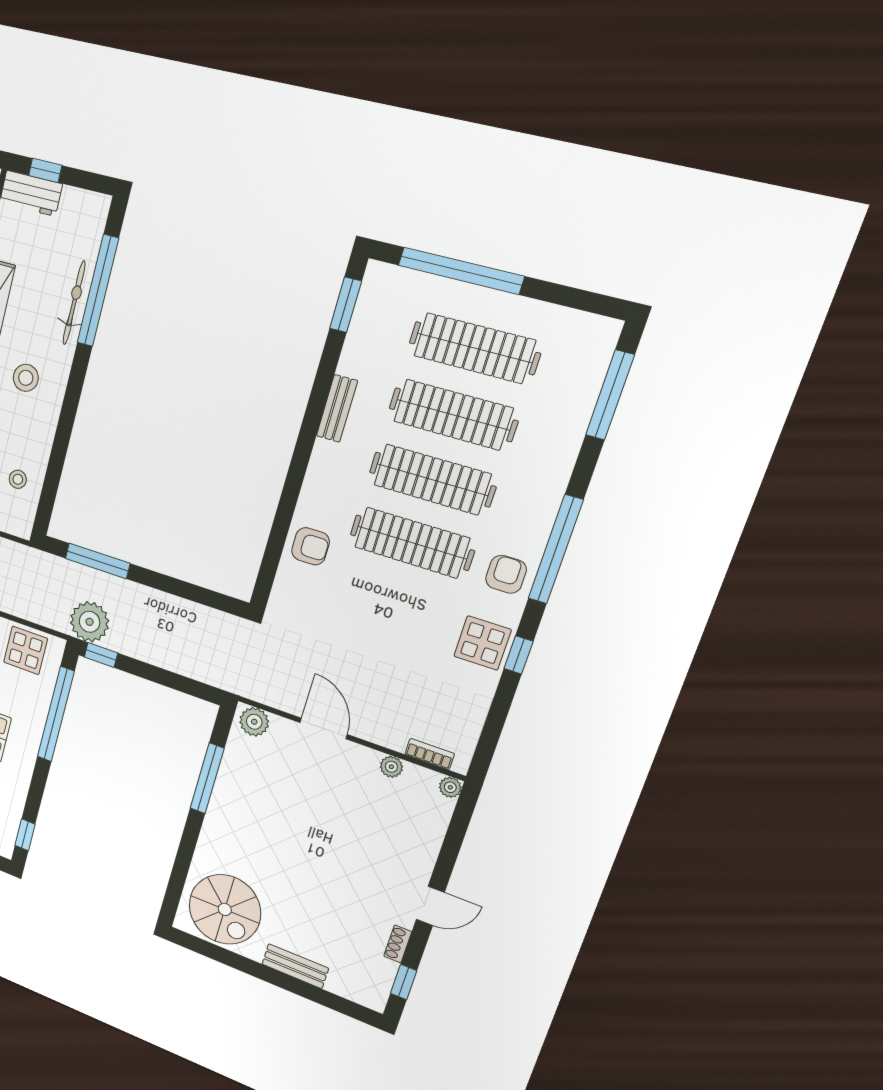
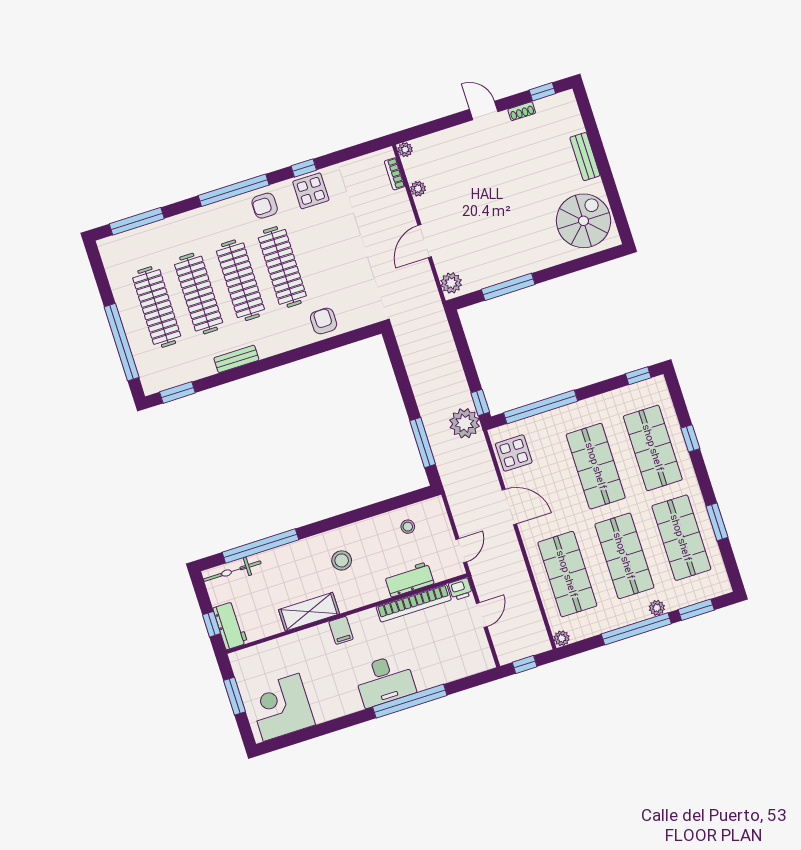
bicycle: (74, 303) -> (232, 571), moved

